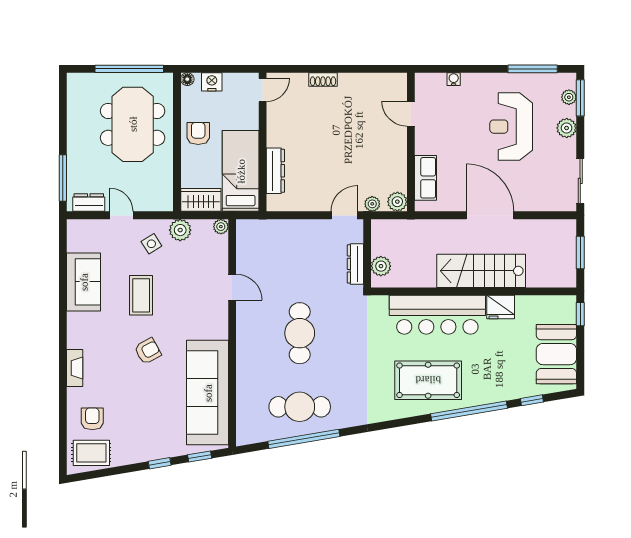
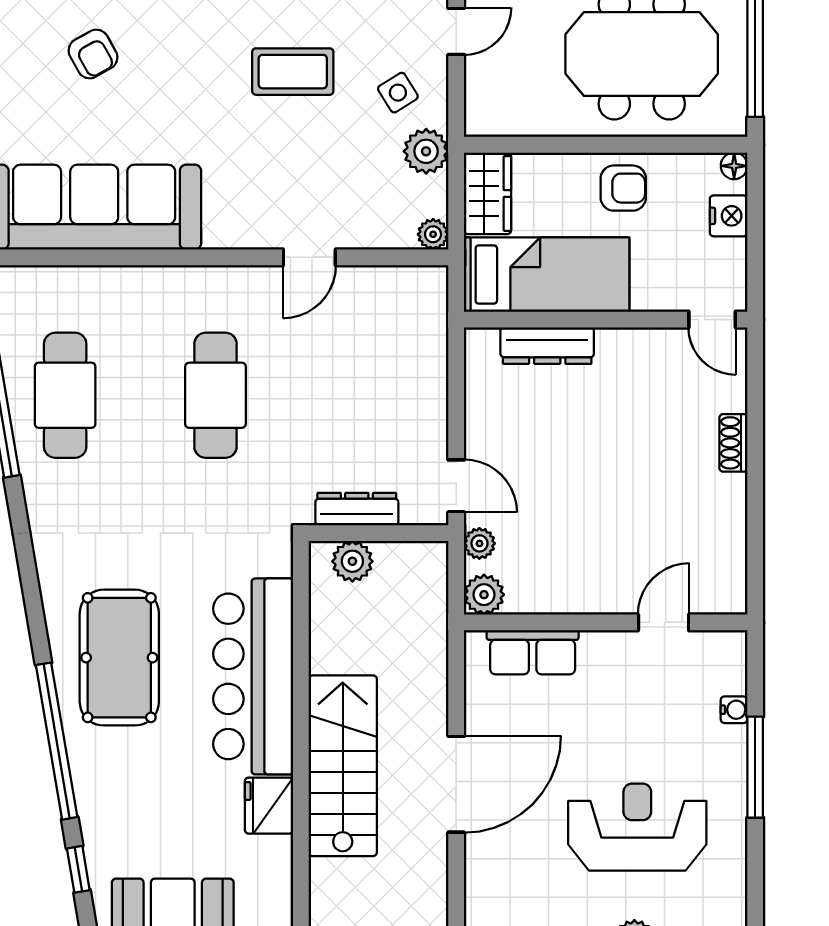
window: (533, 69) -> (755, 767), moved
cafe table: (300, 333) -> (215, 395), turned 90
armchair: (148, 351) -> (93, 54), moved

